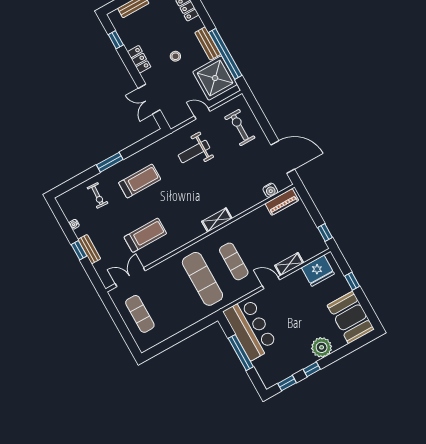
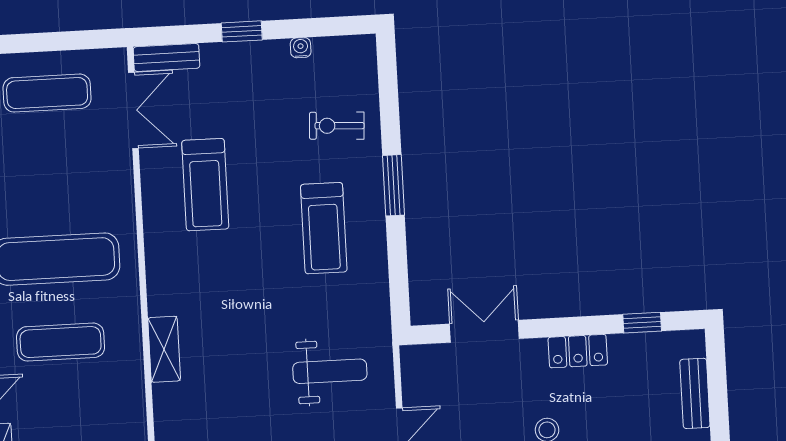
weight bench: (194, 152) -> (330, 371), turned 90
bench: (89, 249) -> (166, 57), moved

